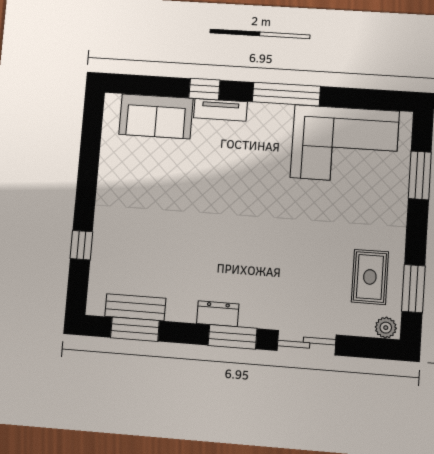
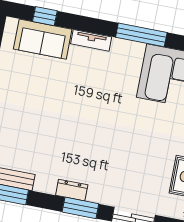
window: (204, 89) -> (45, 16), moved

